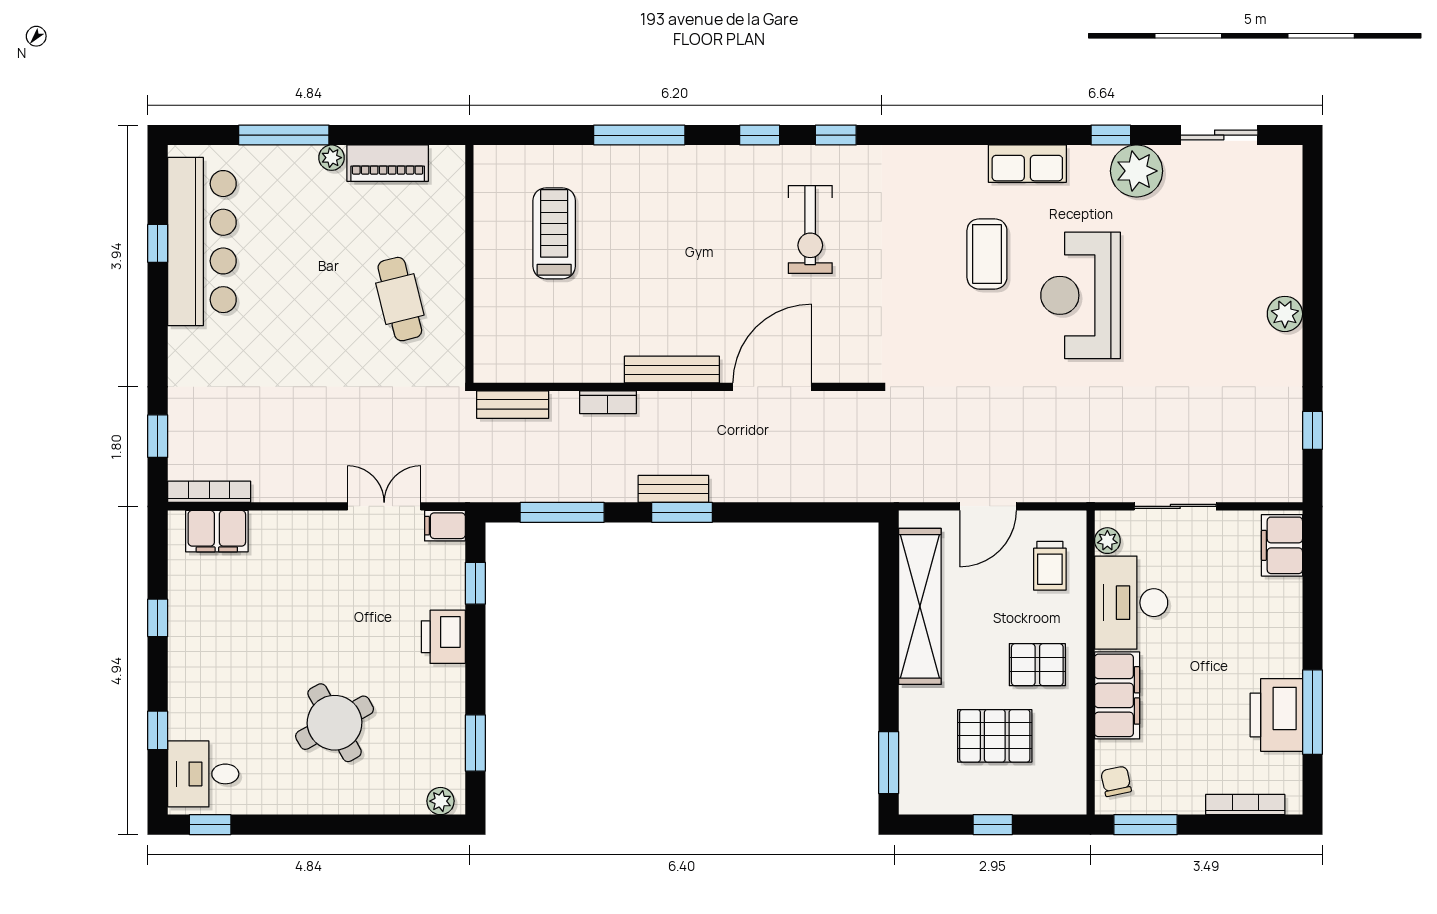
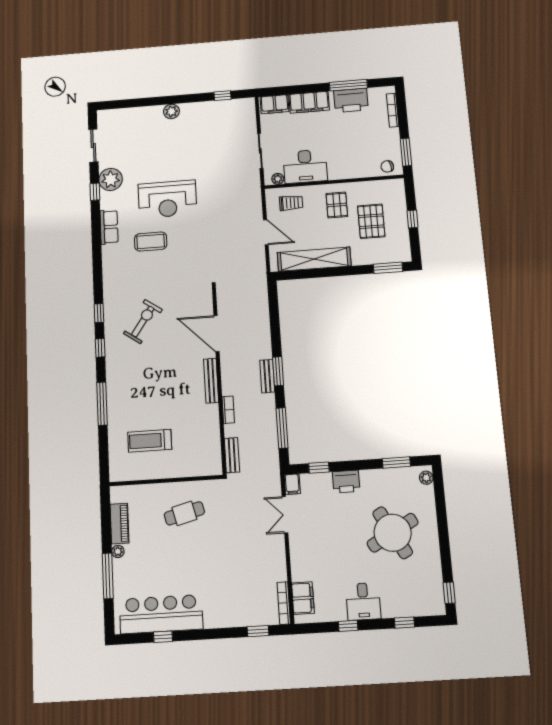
exercise bike: (810, 229) -> (143, 322), turned -55
filing cabinet: (1117, 695) -> (309, 102), moved, turned 180
round table: (335, 723) -> (393, 533), width x1.36, depth x1.36
desk: (203, 774) -> (363, 601), moved

